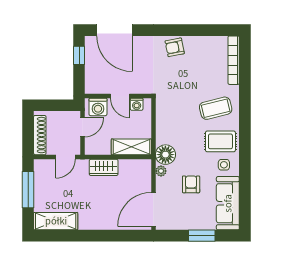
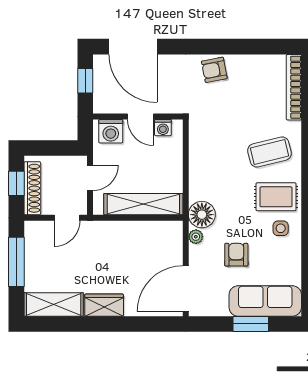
wall: (118, 96) -> (138, 116), moved
door: (120, 96) -> (140, 116), moved
washing machine: (137, 104) -> (163, 128), moved
washing machine: (98, 107) -> (111, 131), moved
window: (28, 132) -> (16, 183), added
shelving: (131, 147) -> (143, 204), width x1.47
wardrobe: (104, 167) -> (104, 305), moved, turned 180
sofa: (228, 203) -> (265, 301), moved, turned 90

